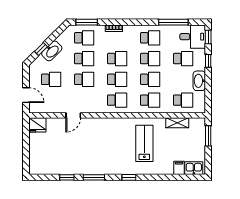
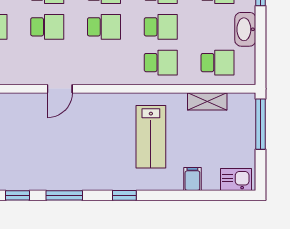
school desk: (117, 100) -> (104, 63), removed
door: (73, 115) -> (60, 89), moved
window: (208, 136) -> (261, 124), width x1.44
lab bench: (144, 143) -> (151, 137), turned 180
filing cabinet: (179, 168) -> (192, 179), moved

